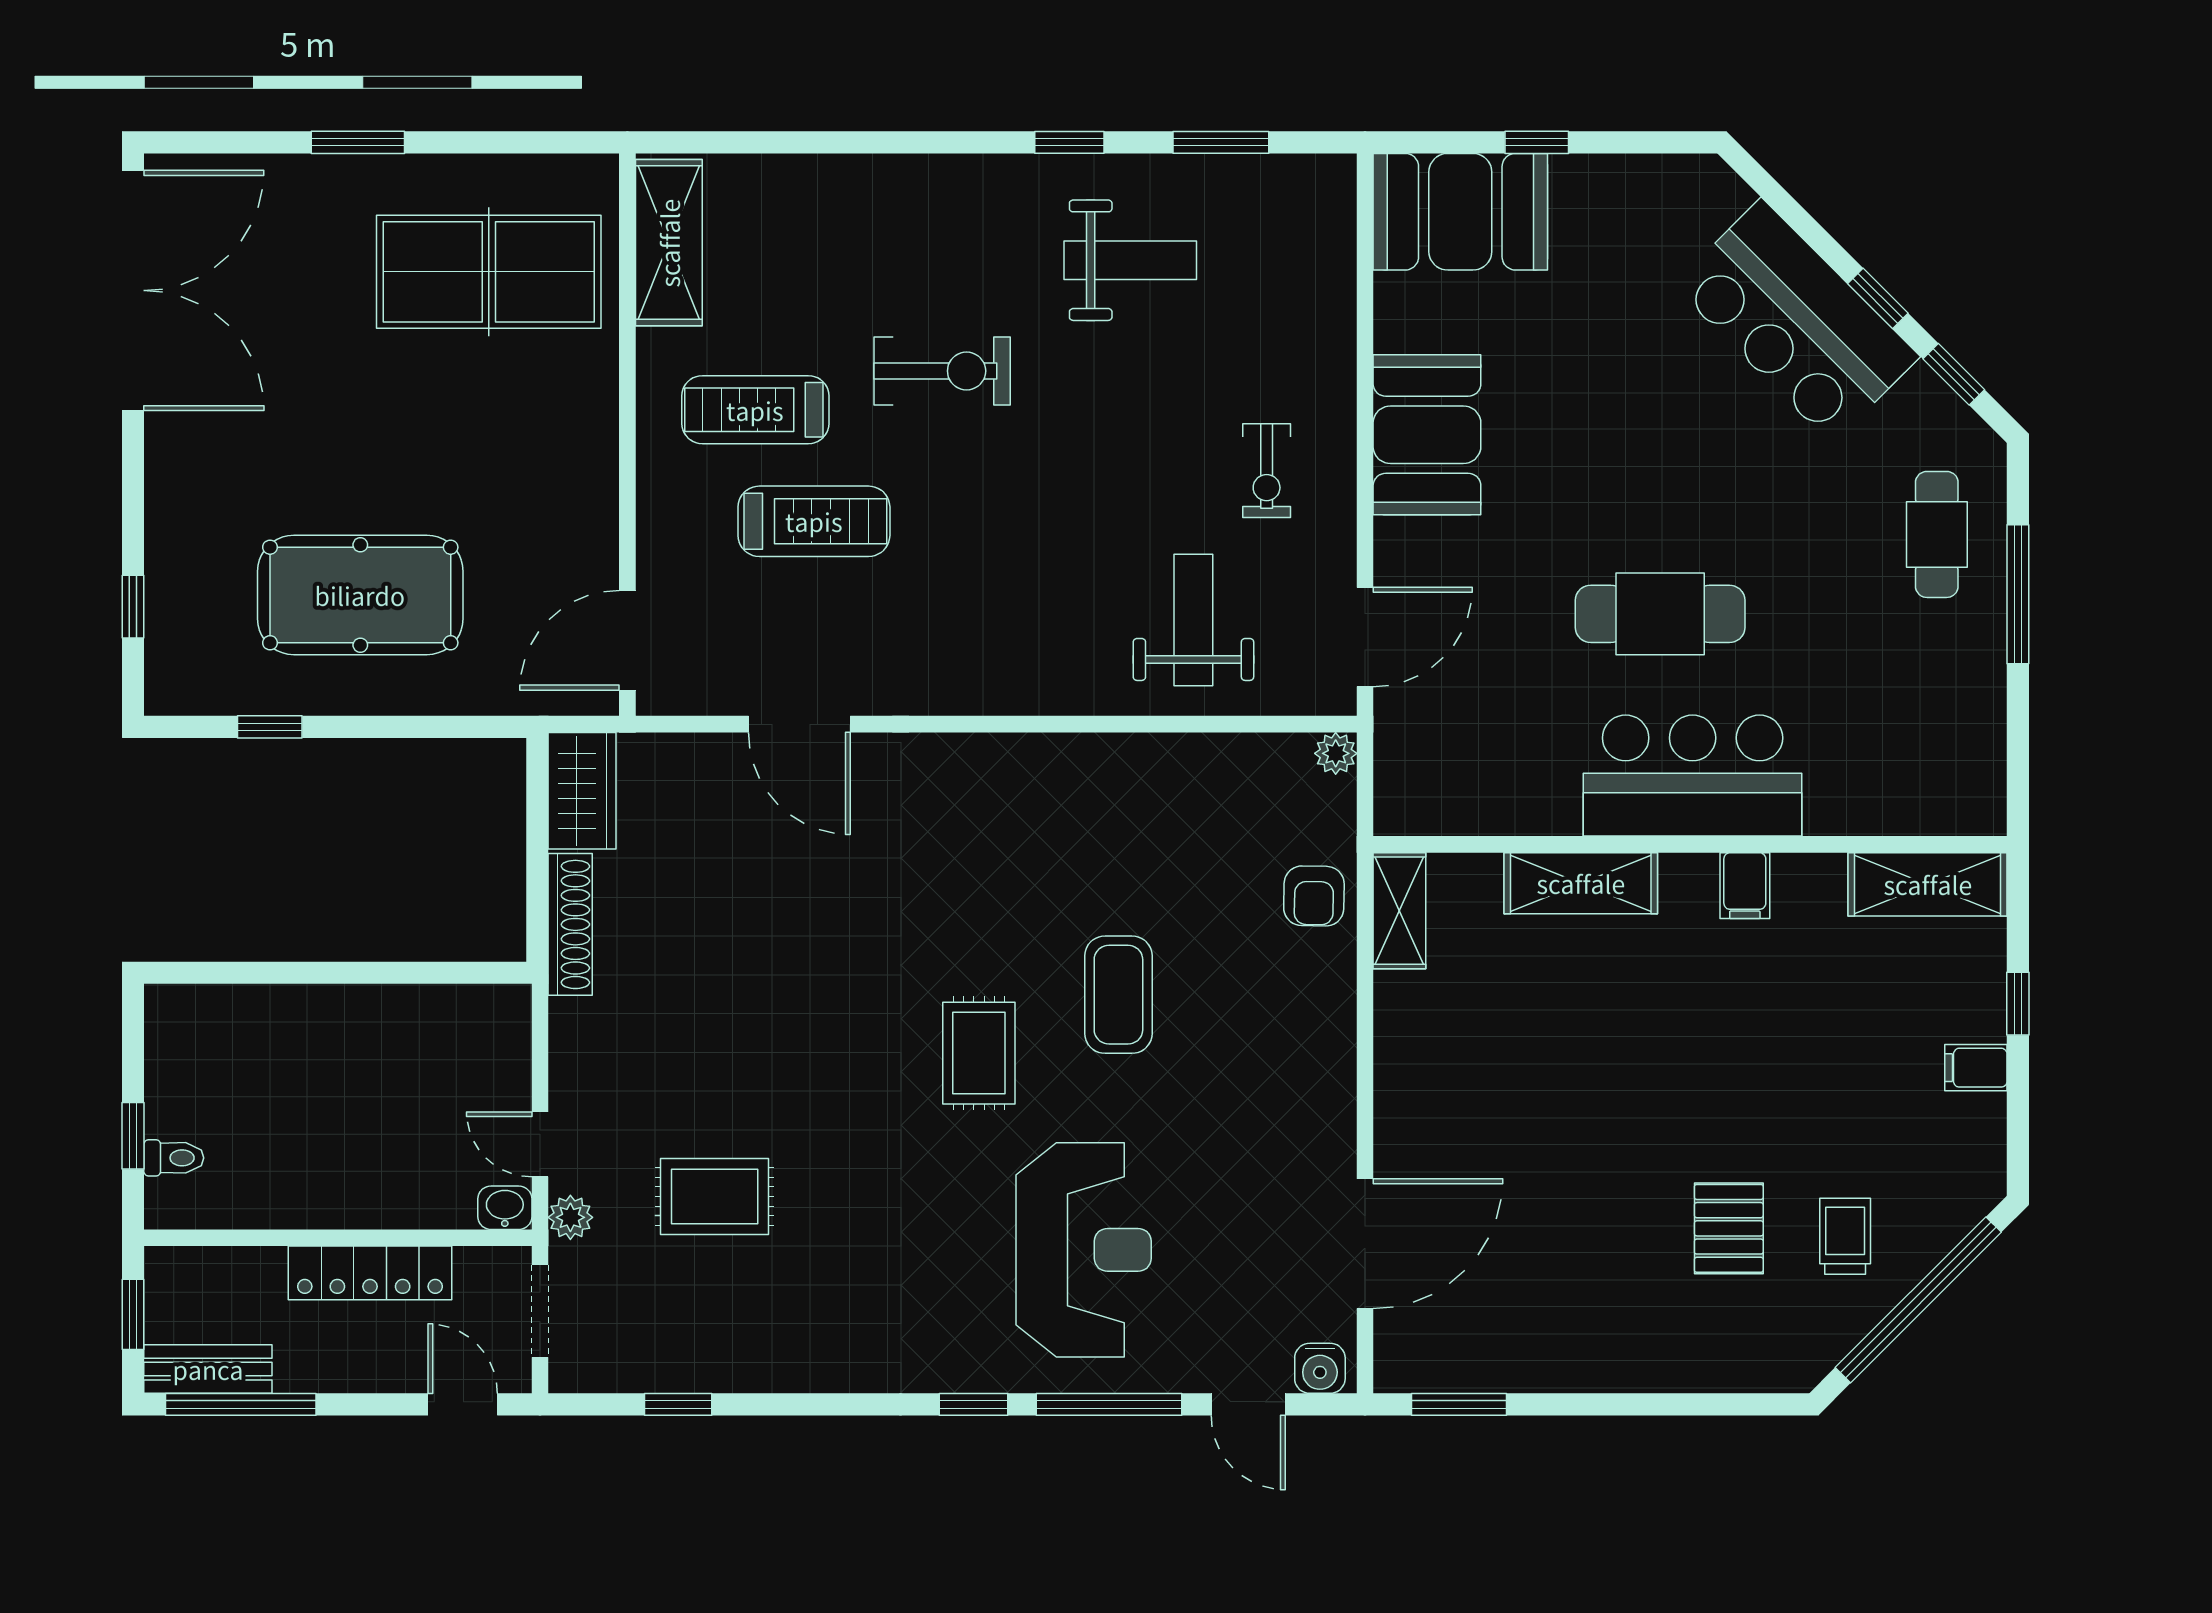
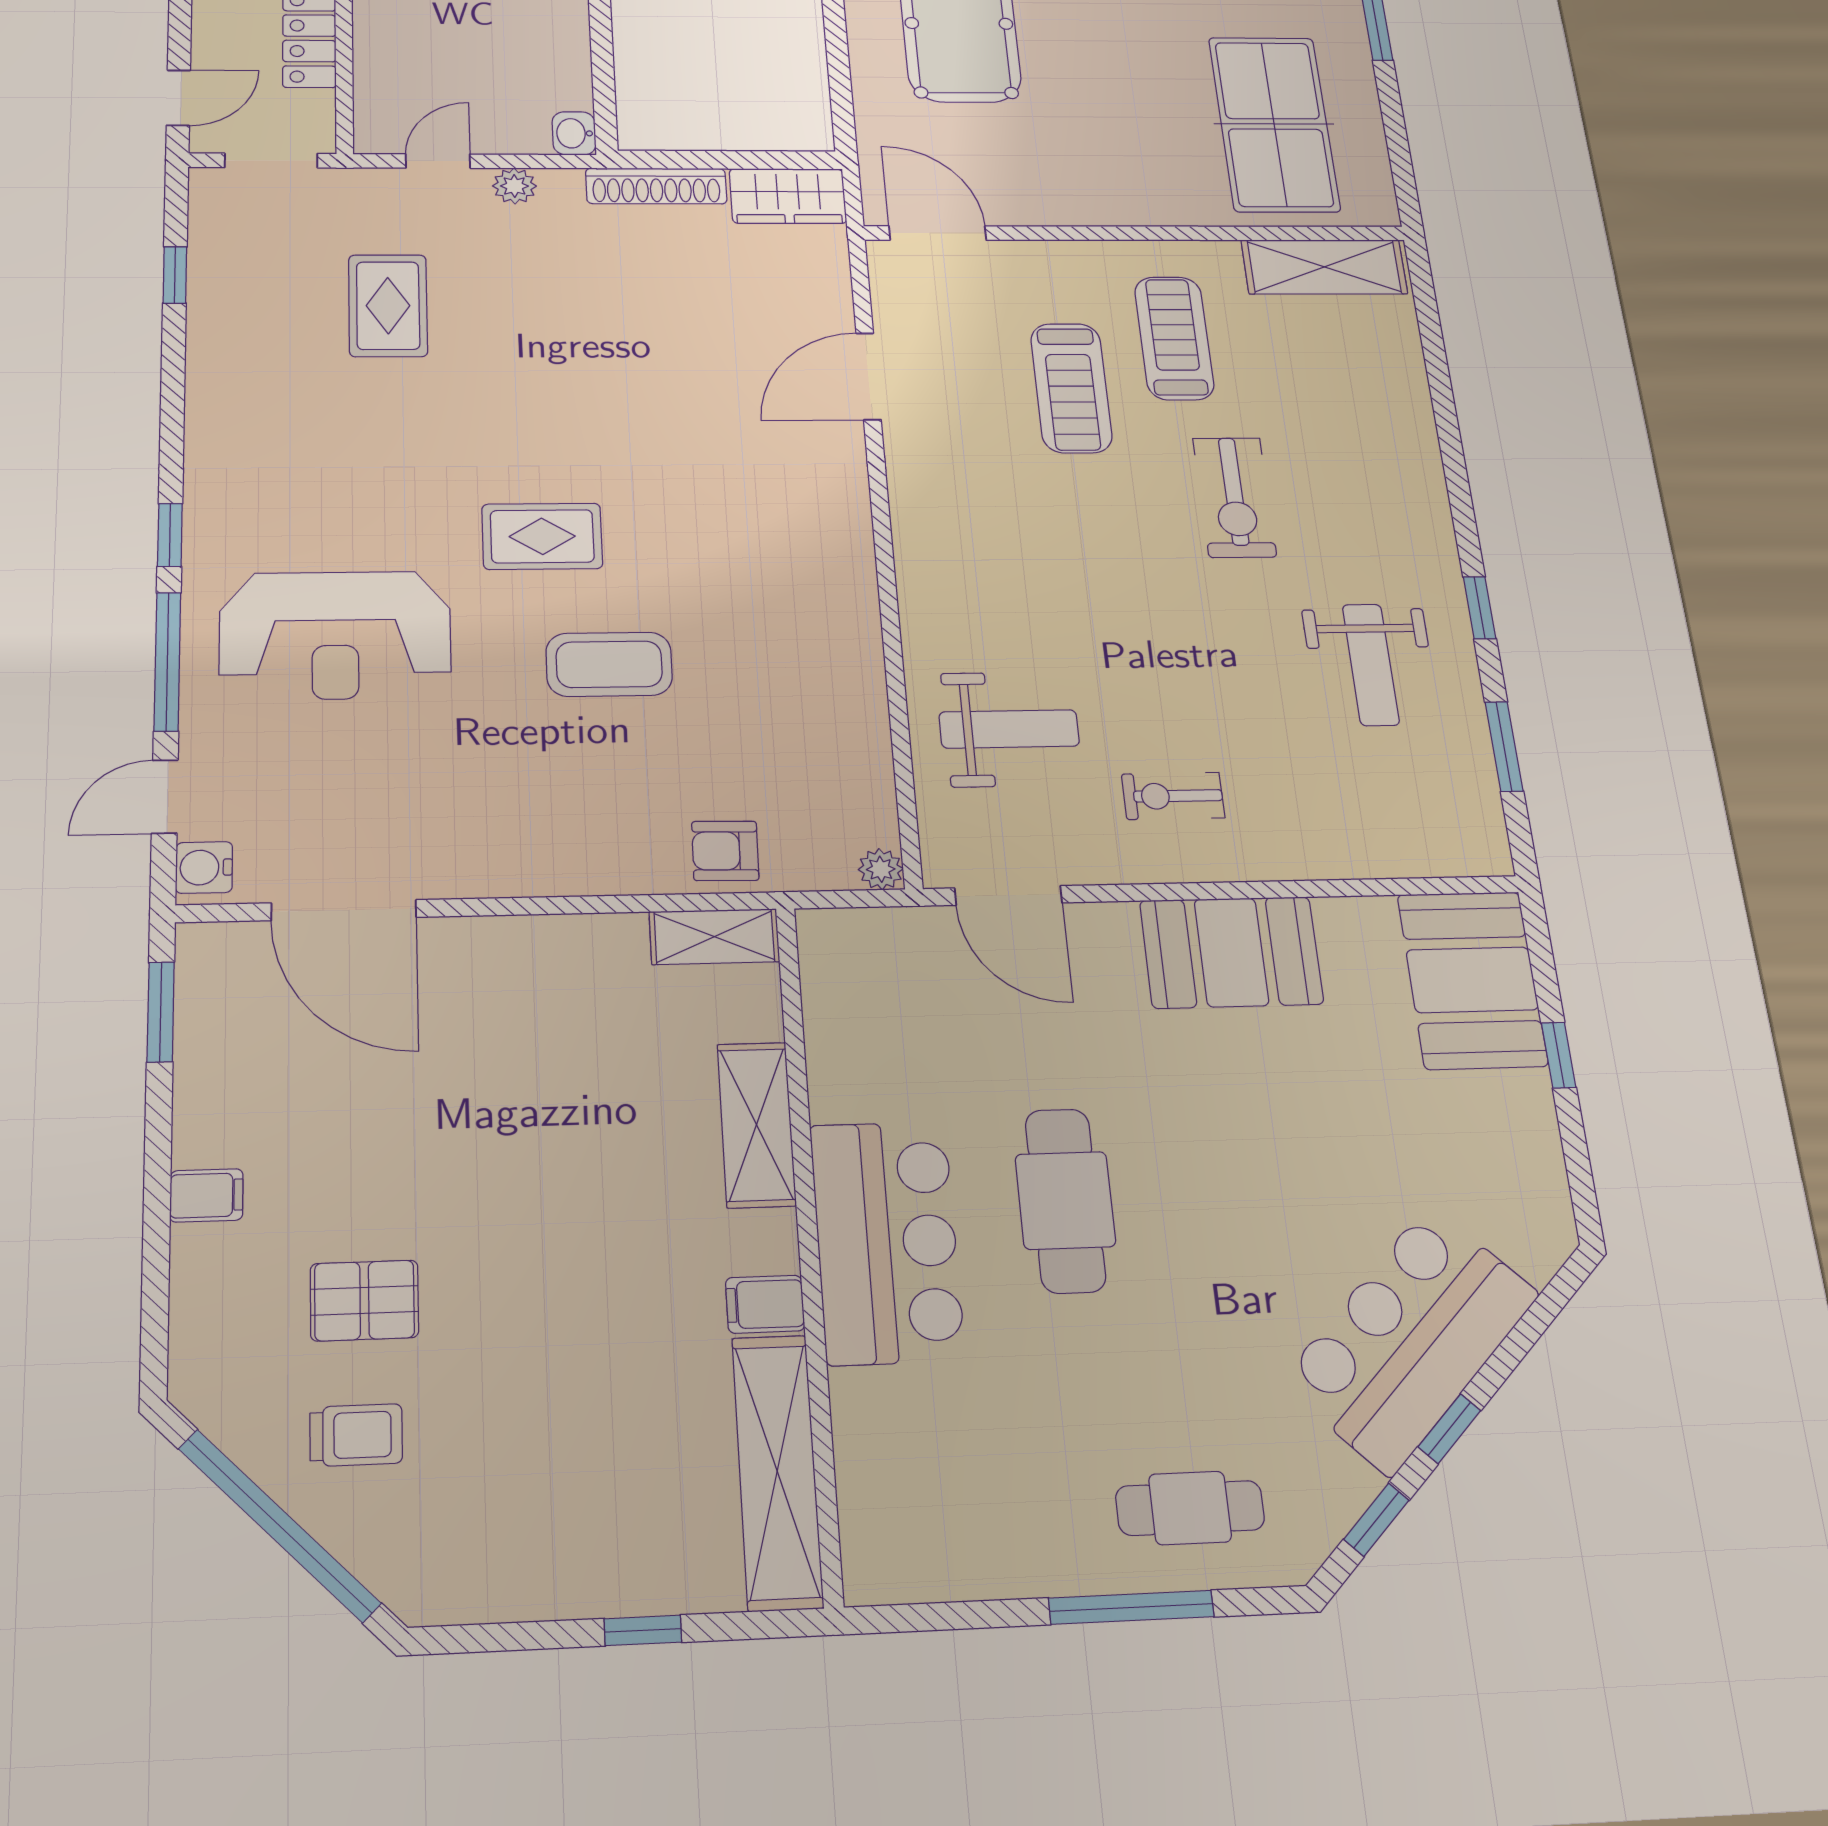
shelving: (1928, 884) -> (777, 1471), width x1.47
filing cabinet: (1976, 1068) -> (206, 1195), moved, turned 90
washbasin: (505, 1208) -> (574, 133), moved, turned 180
plant: (570, 1217) -> (514, 186), moved

